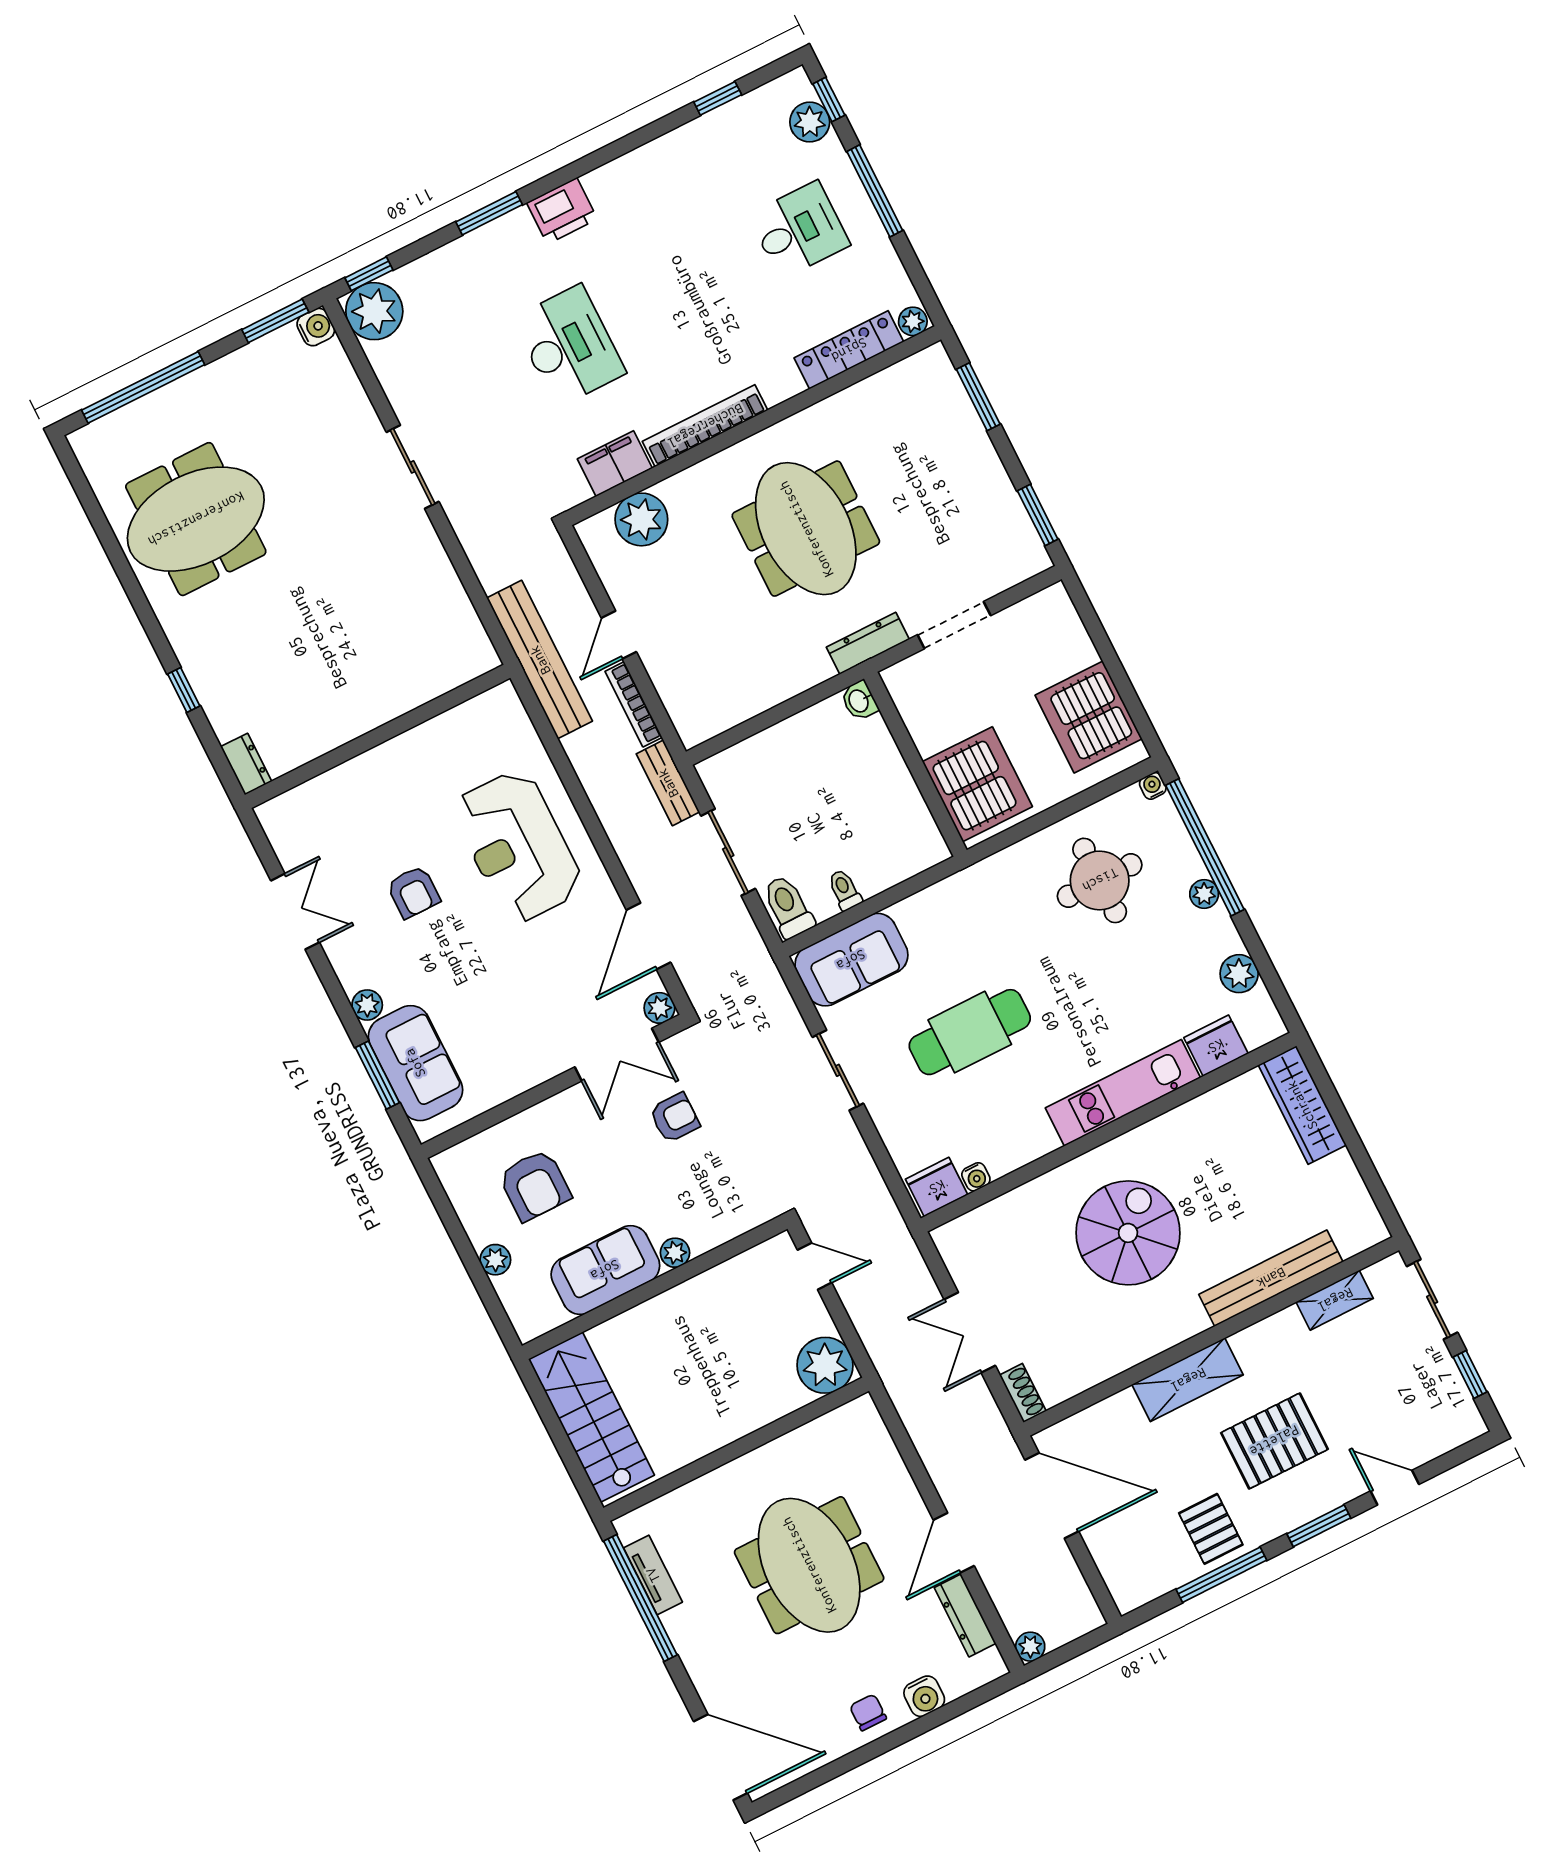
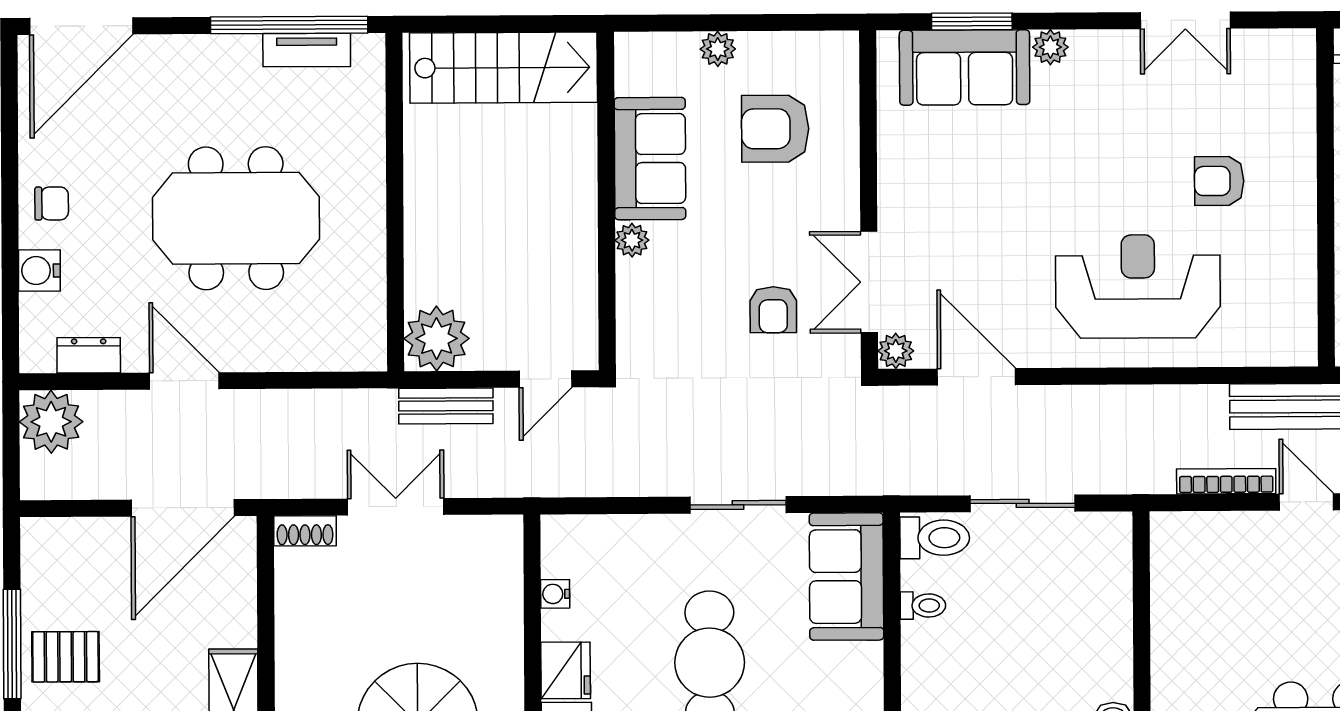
bench: (668, 783) -> (446, 406), moved
armchair: (413, 892) -> (1219, 181), moved
fridge: (937, 1187) -> (566, 670), moved
dresser: (965, 1615) -> (89, 355), width x0.70
plant: (1030, 1647) -> (51, 422), width x1.87, depth x1.87

